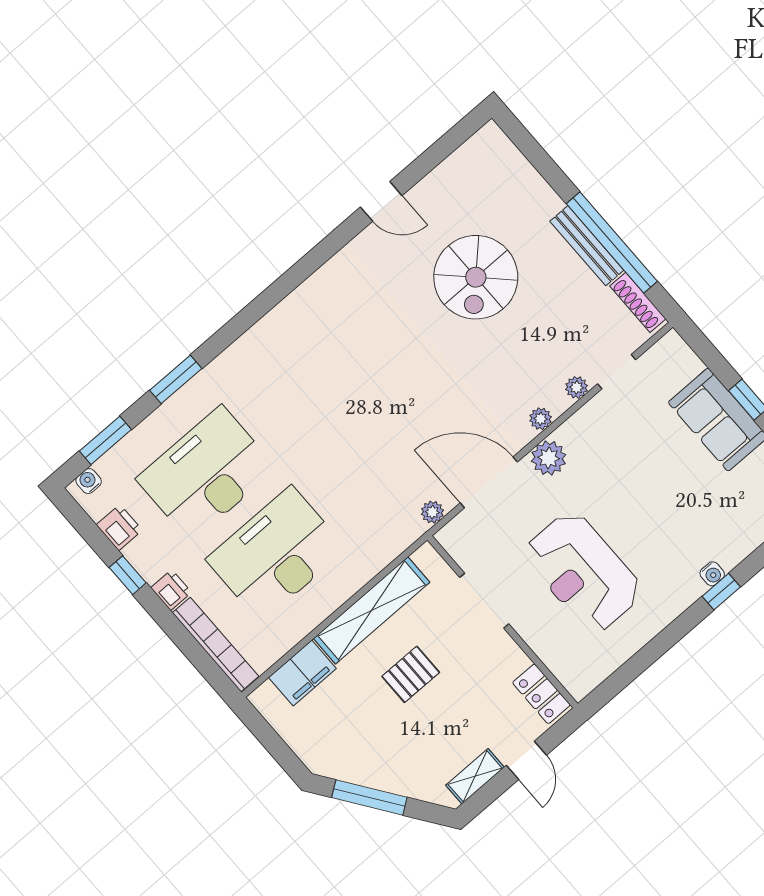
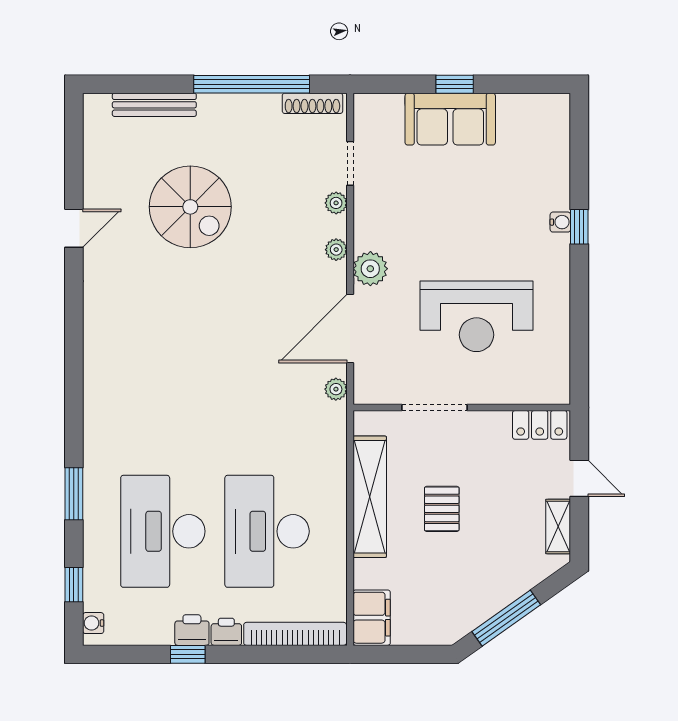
bench: (587, 246) -> (154, 105), moved
window: (105, 440) -> (74, 585), width x0.67
printer: (119, 528) -> (192, 630), moved
filing cabinet: (302, 673) -> (372, 618), moved

